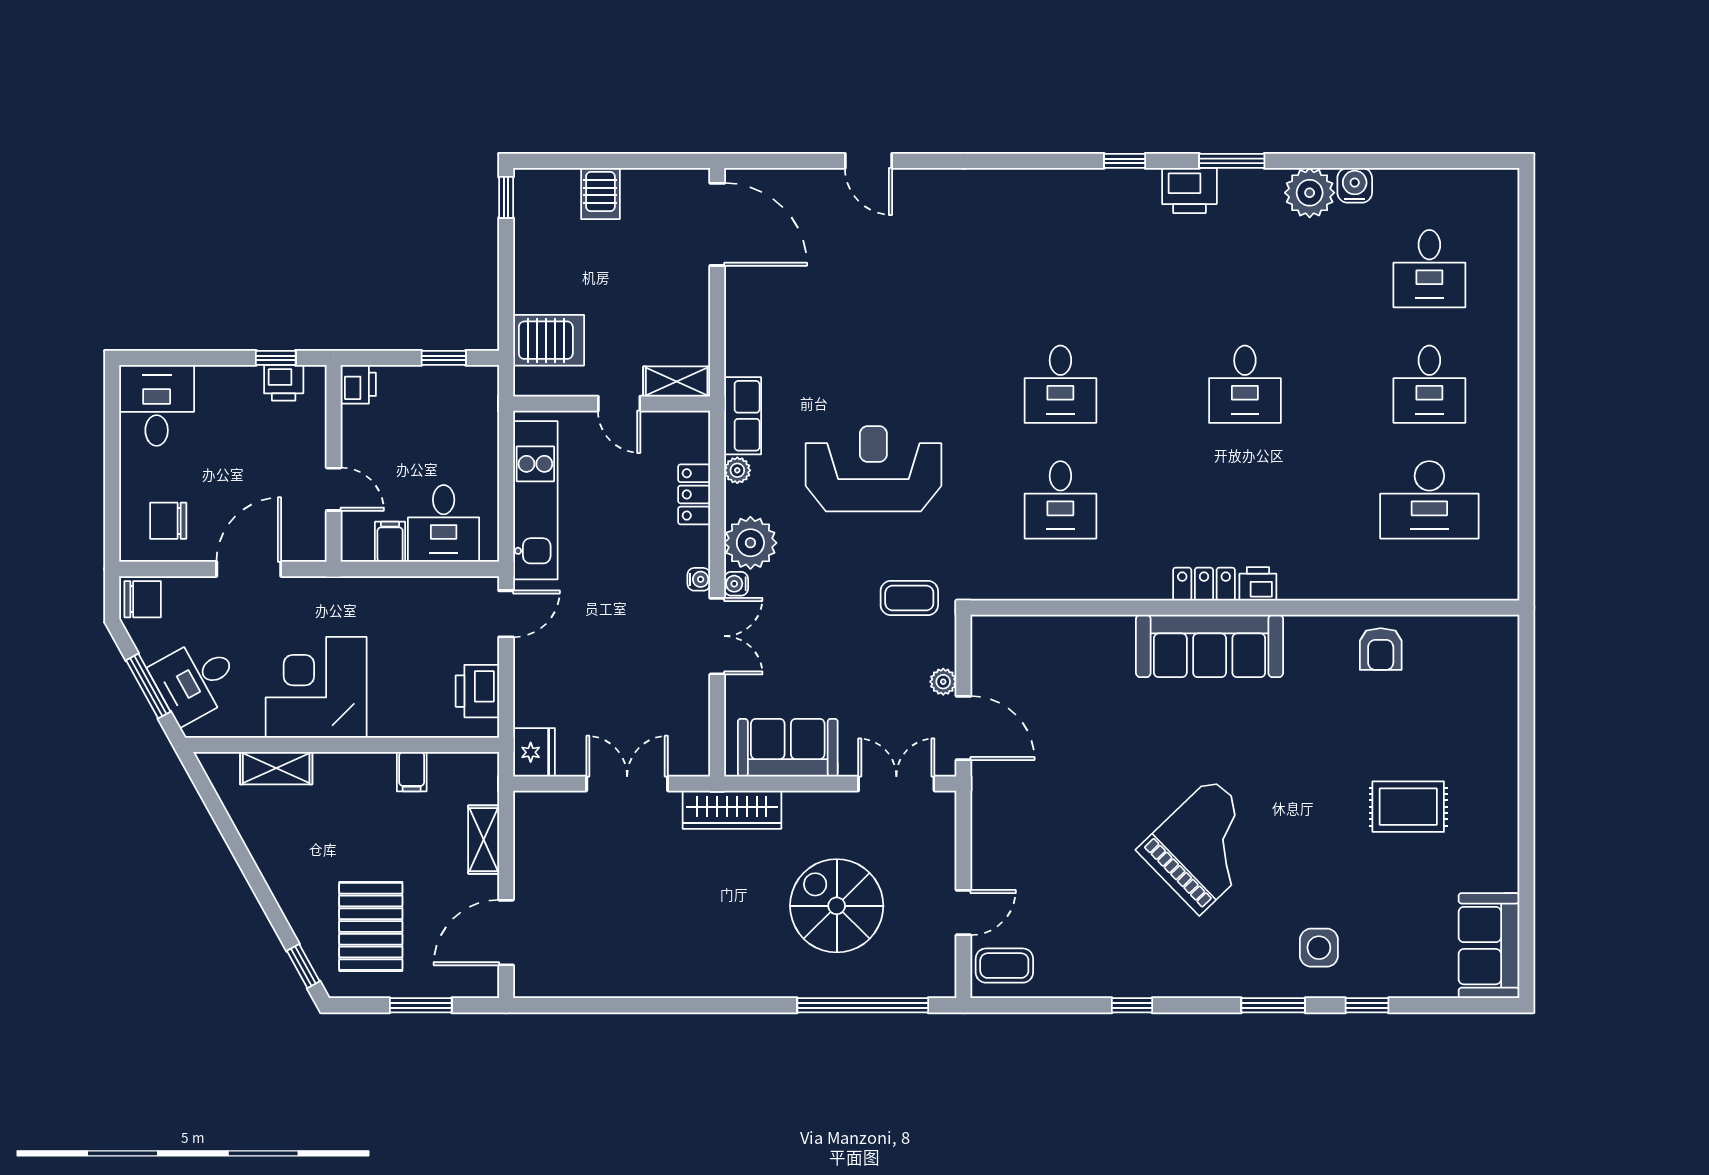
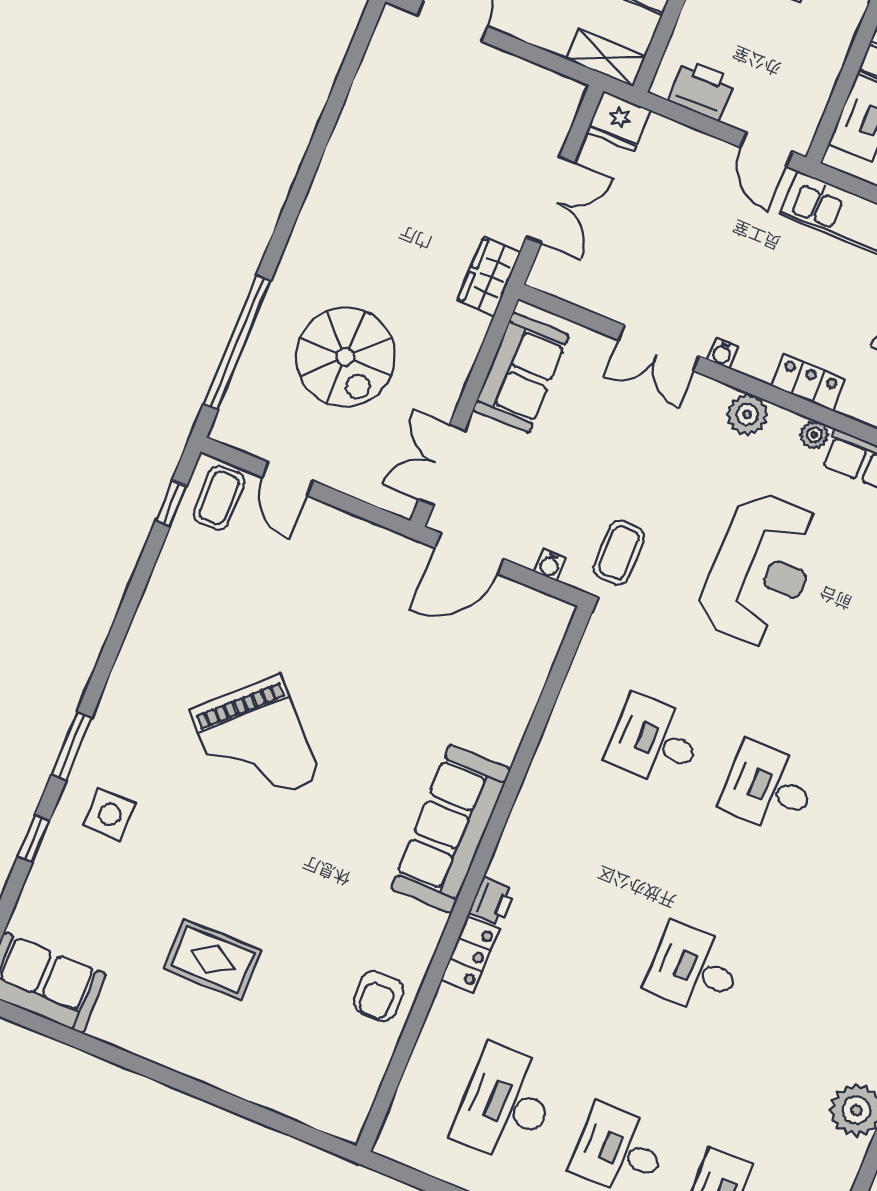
water cooler: (1355, 185) -> (845, 1157), removed
plant: (750, 543) -> (747, 415), width x0.73, depth x0.73
water cooler: (736, 584) -> (550, 565), moved, turned 180
locker: (1204, 584) -> (470, 954), moved
armchair: (1381, 649) -> (379, 996), turned -90
plant: (943, 682) -> (523, 552), removed
double door: (896, 784) -> (442, 465), swing flipped
rug: (1408, 807) -> (212, 959), turned 90
wardrobe: (732, 810) -> (489, 276), width x0.67
shelving: (484, 840) -> (606, 58), moved
spiral stairs: (837, 906) -> (346, 357), turned 90
window: (1132, 1005) -> (171, 503), moved

